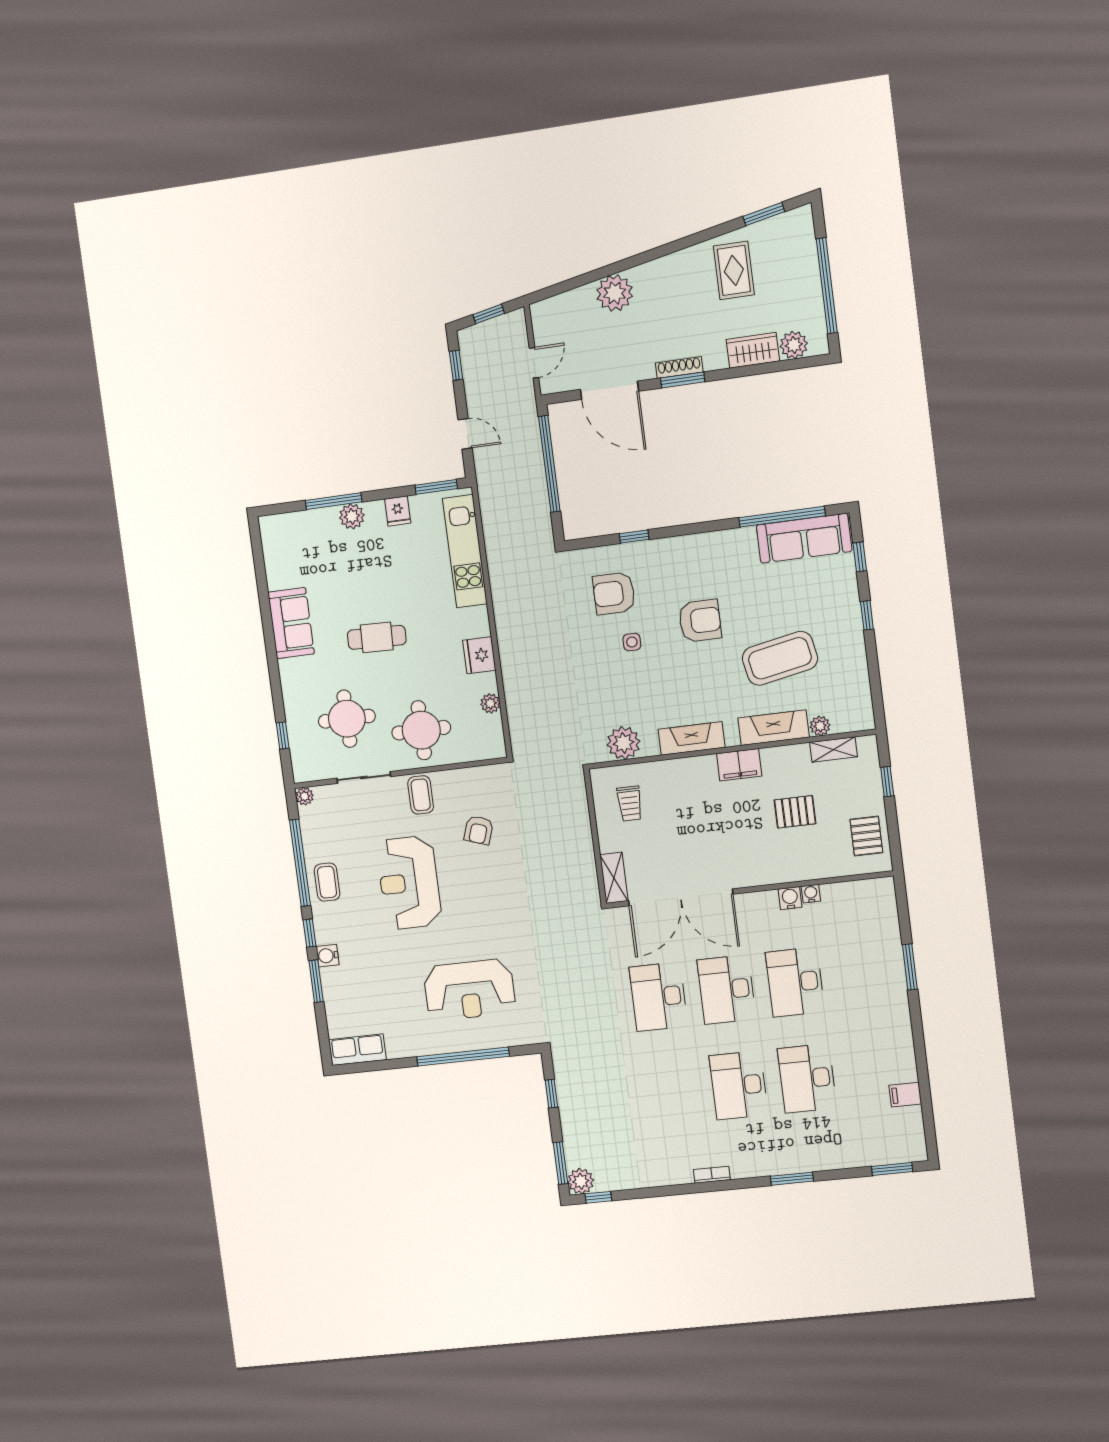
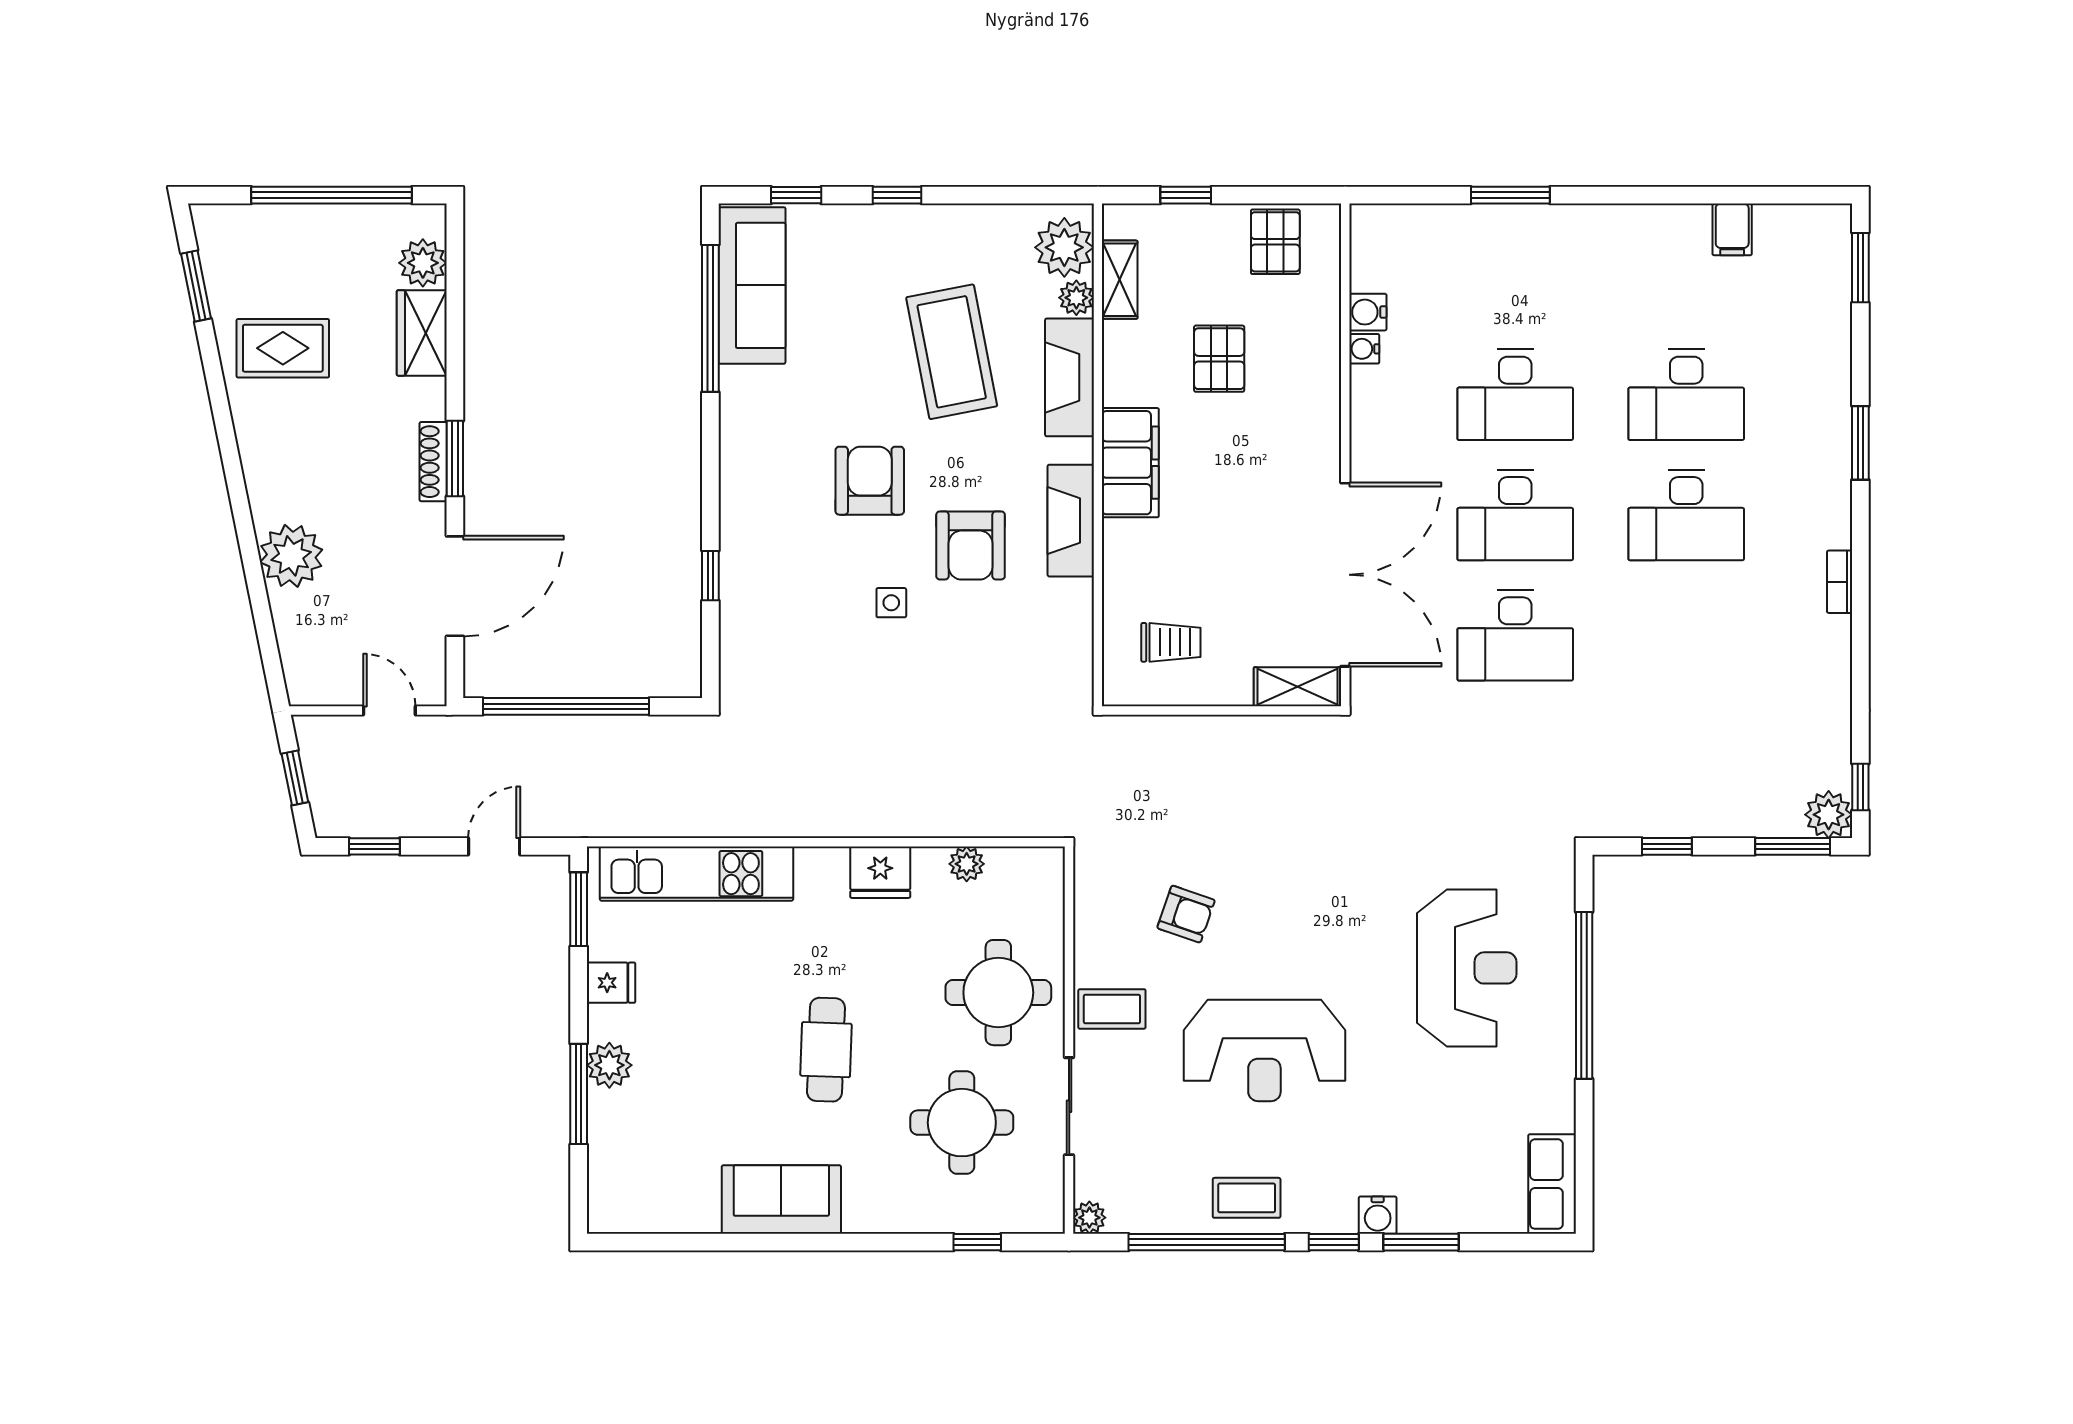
armchair: (614, 593) -> (971, 545), moved
plant: (623, 743) -> (1064, 247), moved
filing cabinet: (739, 765) -> (1130, 463), width x1.50, depth x1.17
pallet: (866, 836) -> (1275, 242), turned 90
water cooler: (790, 898) -> (1368, 312), moved

